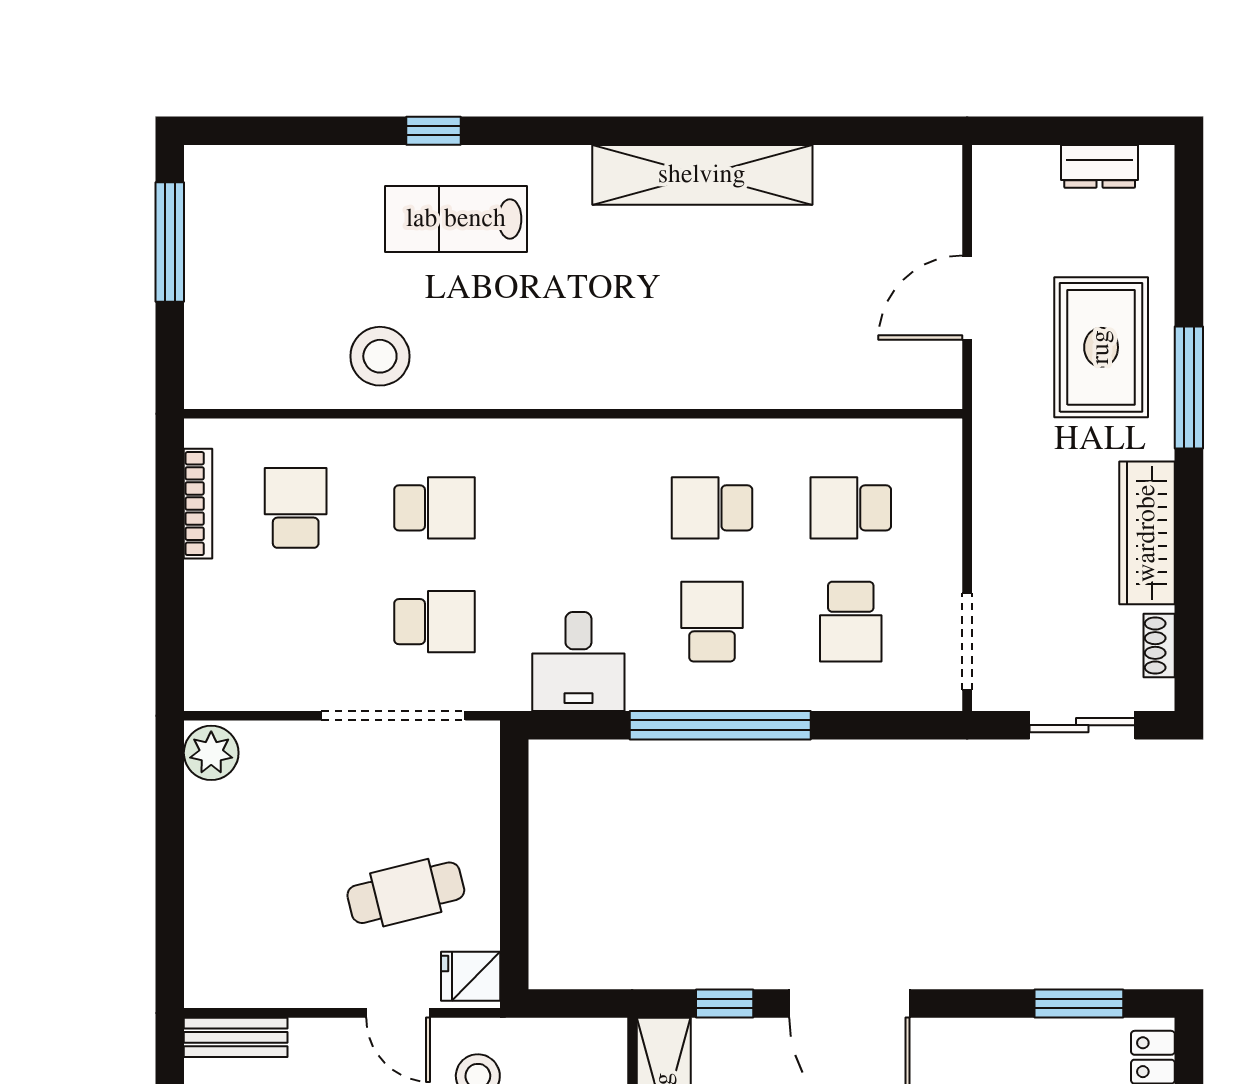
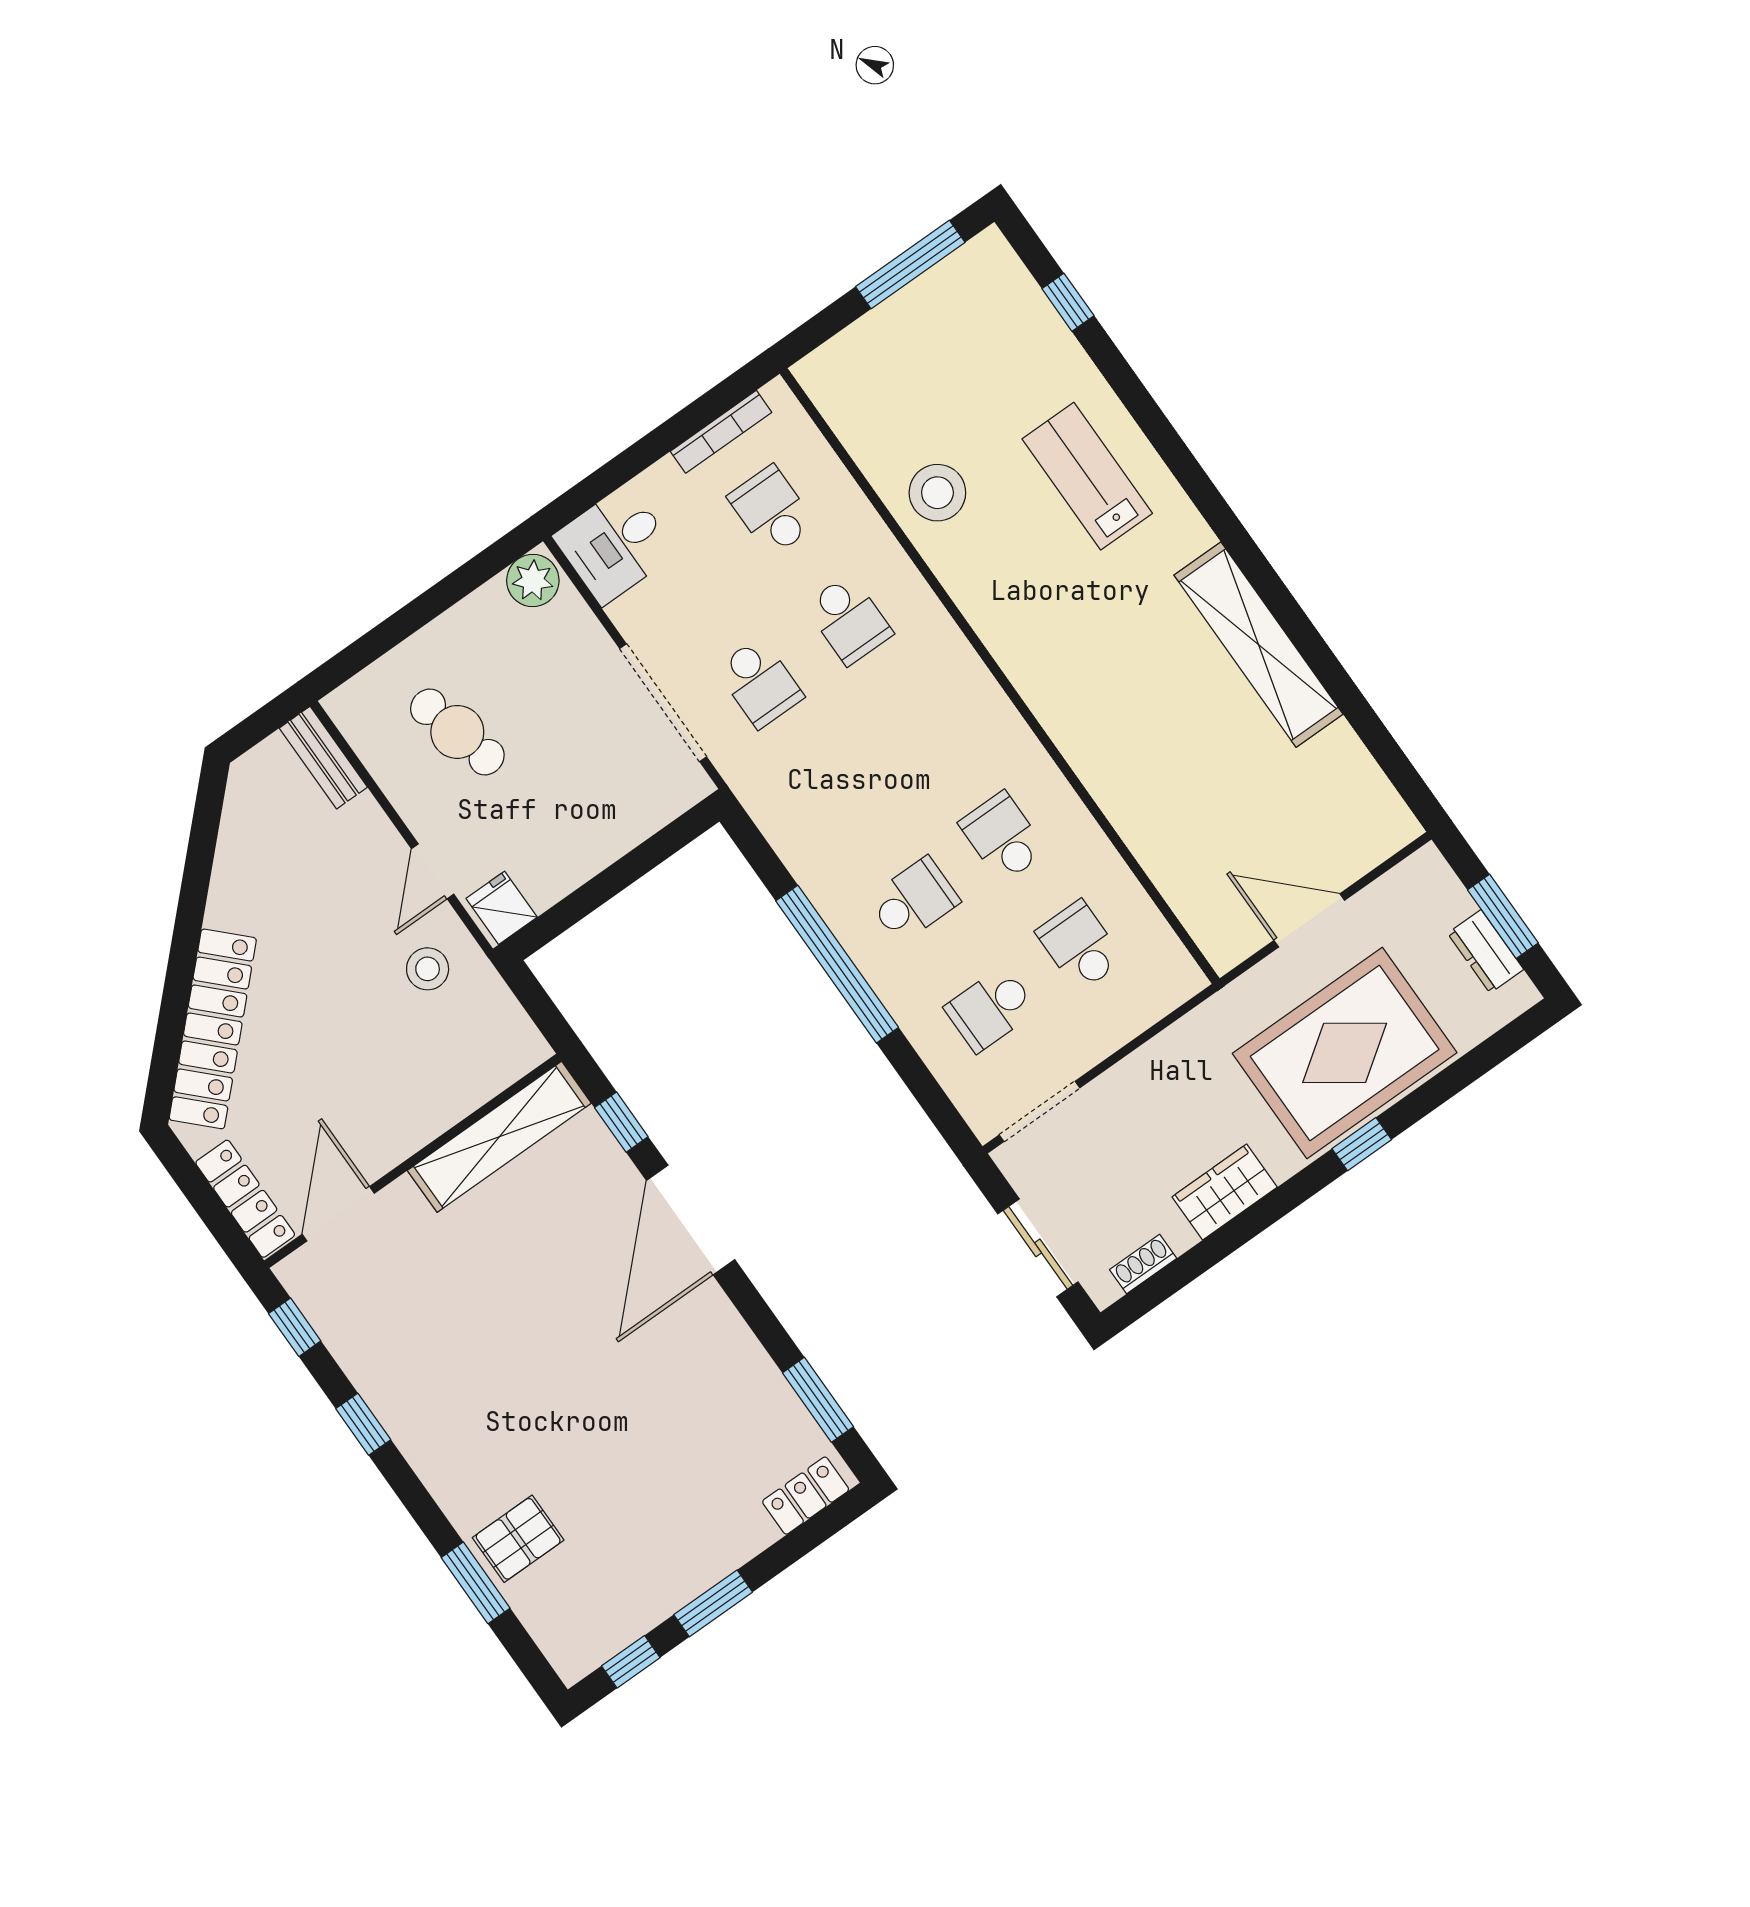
window: (433, 131) -> (1068, 302), moved
window: (1080, 131) -> (1503, 916), added
rug: (1101, 347) -> (1345, 1053), width x1.37, depth x1.44
window: (1189, 388) -> (1362, 1144), width x0.46
school desk: (296, 508) -> (772, 511), turned -90
wardrobe: (1147, 533) -> (1225, 1192), width x0.67
desk: (578, 661) -> (615, 544), moved
cafe table: (406, 893) -> (457, 732), moved

